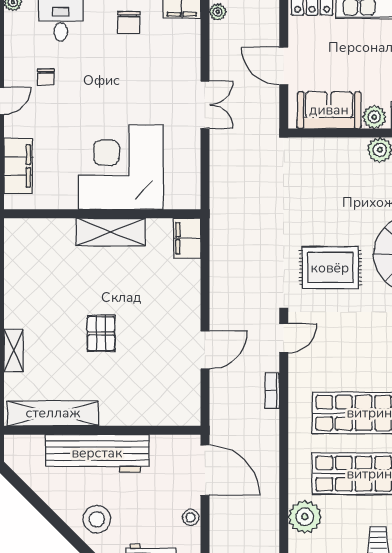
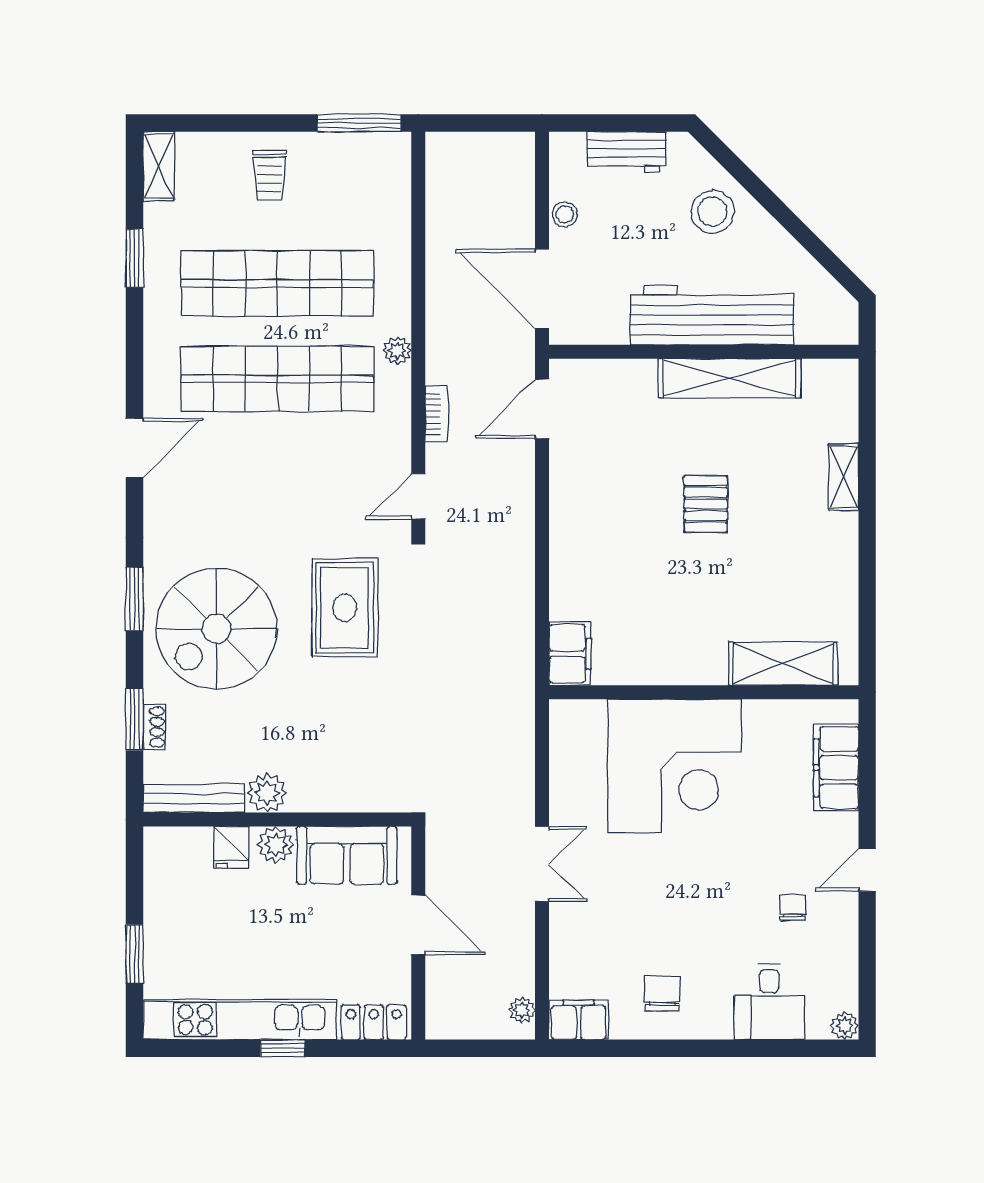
double door: (205, 105) -> (542, 864), swing flipped
shelving: (111, 232) -> (783, 664), moved
rug: (330, 268) -> (345, 608), turned 90
door: (205, 350) -> (542, 409), moved
shelving: (53, 413) -> (729, 378), moved
plant: (305, 517) -> (397, 351), moved, width x0.53, depth x0.53

